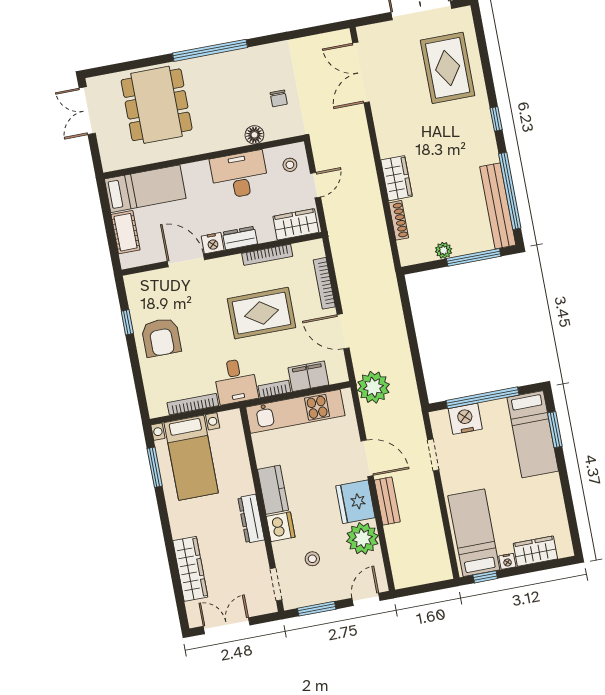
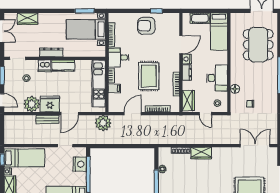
dining table: (157, 105) -> (258, 45), turned 90
filing cabinet: (308, 376) -> (114, 88), width x0.50
wardrobe: (190, 569) -> (28, 19), width x0.67

